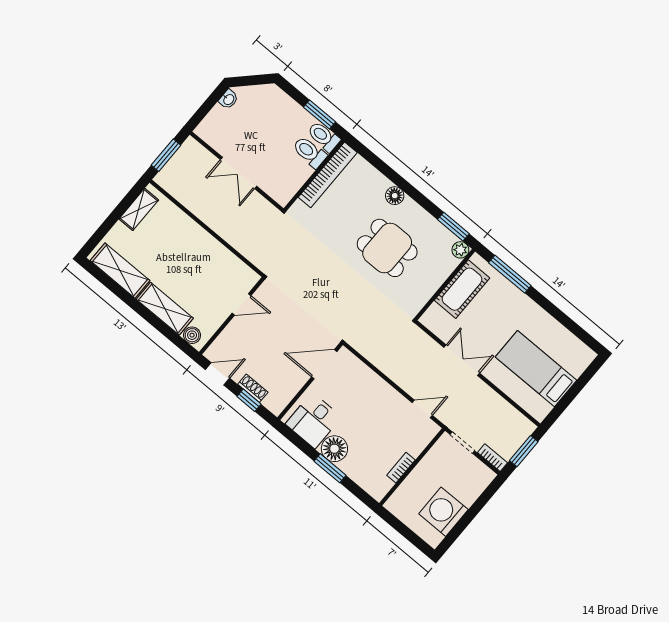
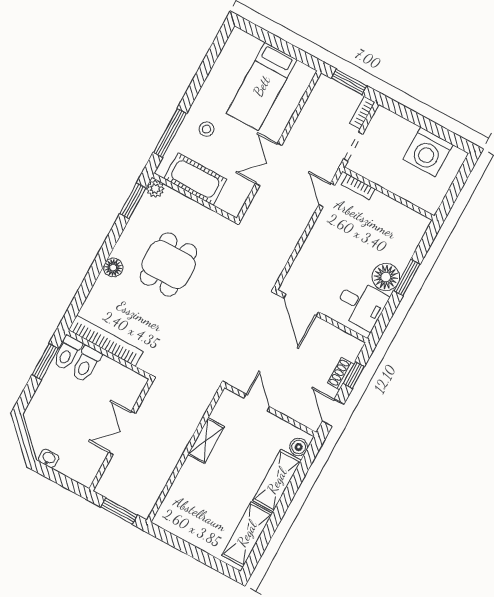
double door: (238, 173) -> (122, 433), swing flipped
shelving: (139, 209) -> (206, 440), moved, turned 90
stool: (507, 309) -> (207, 129), added
bookcase: (401, 468) -> (358, 187), moved

